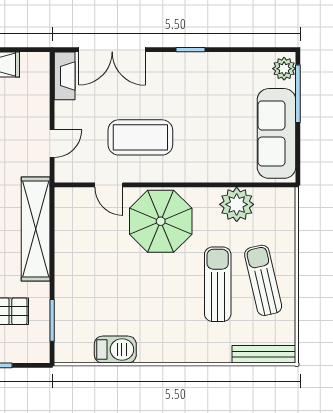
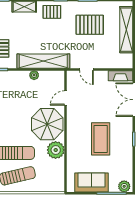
sofa: (276, 133) -> (92, 183), width x0.73
coffee table: (140, 137) -> (101, 139), moved
plant: (237, 204) -> (56, 150), moved
plant: (64, 247) -> (34, 75), added

